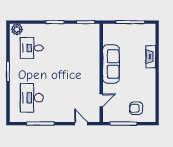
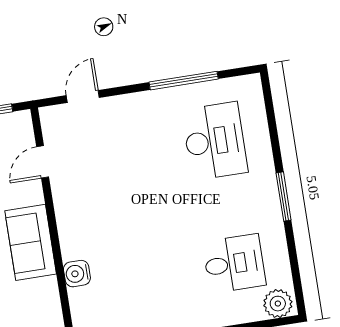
water cooler: (95, 54) -> (77, 274), added
sofa: (111, 64) -> (31, 242), width x0.73
door: (81, 124) -> (83, 97), swing flipped

